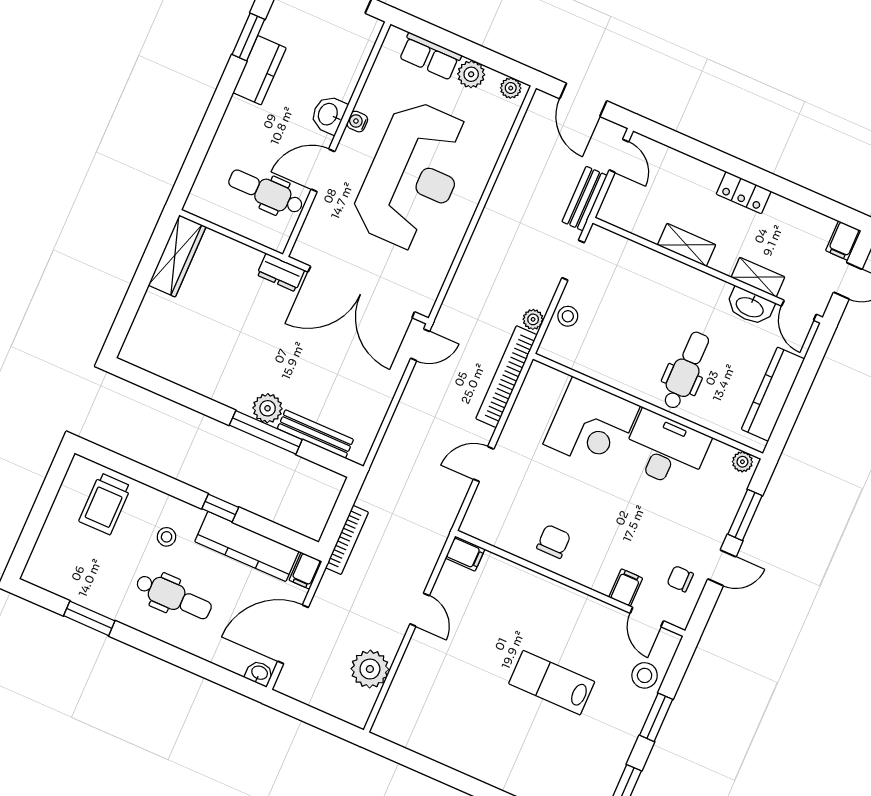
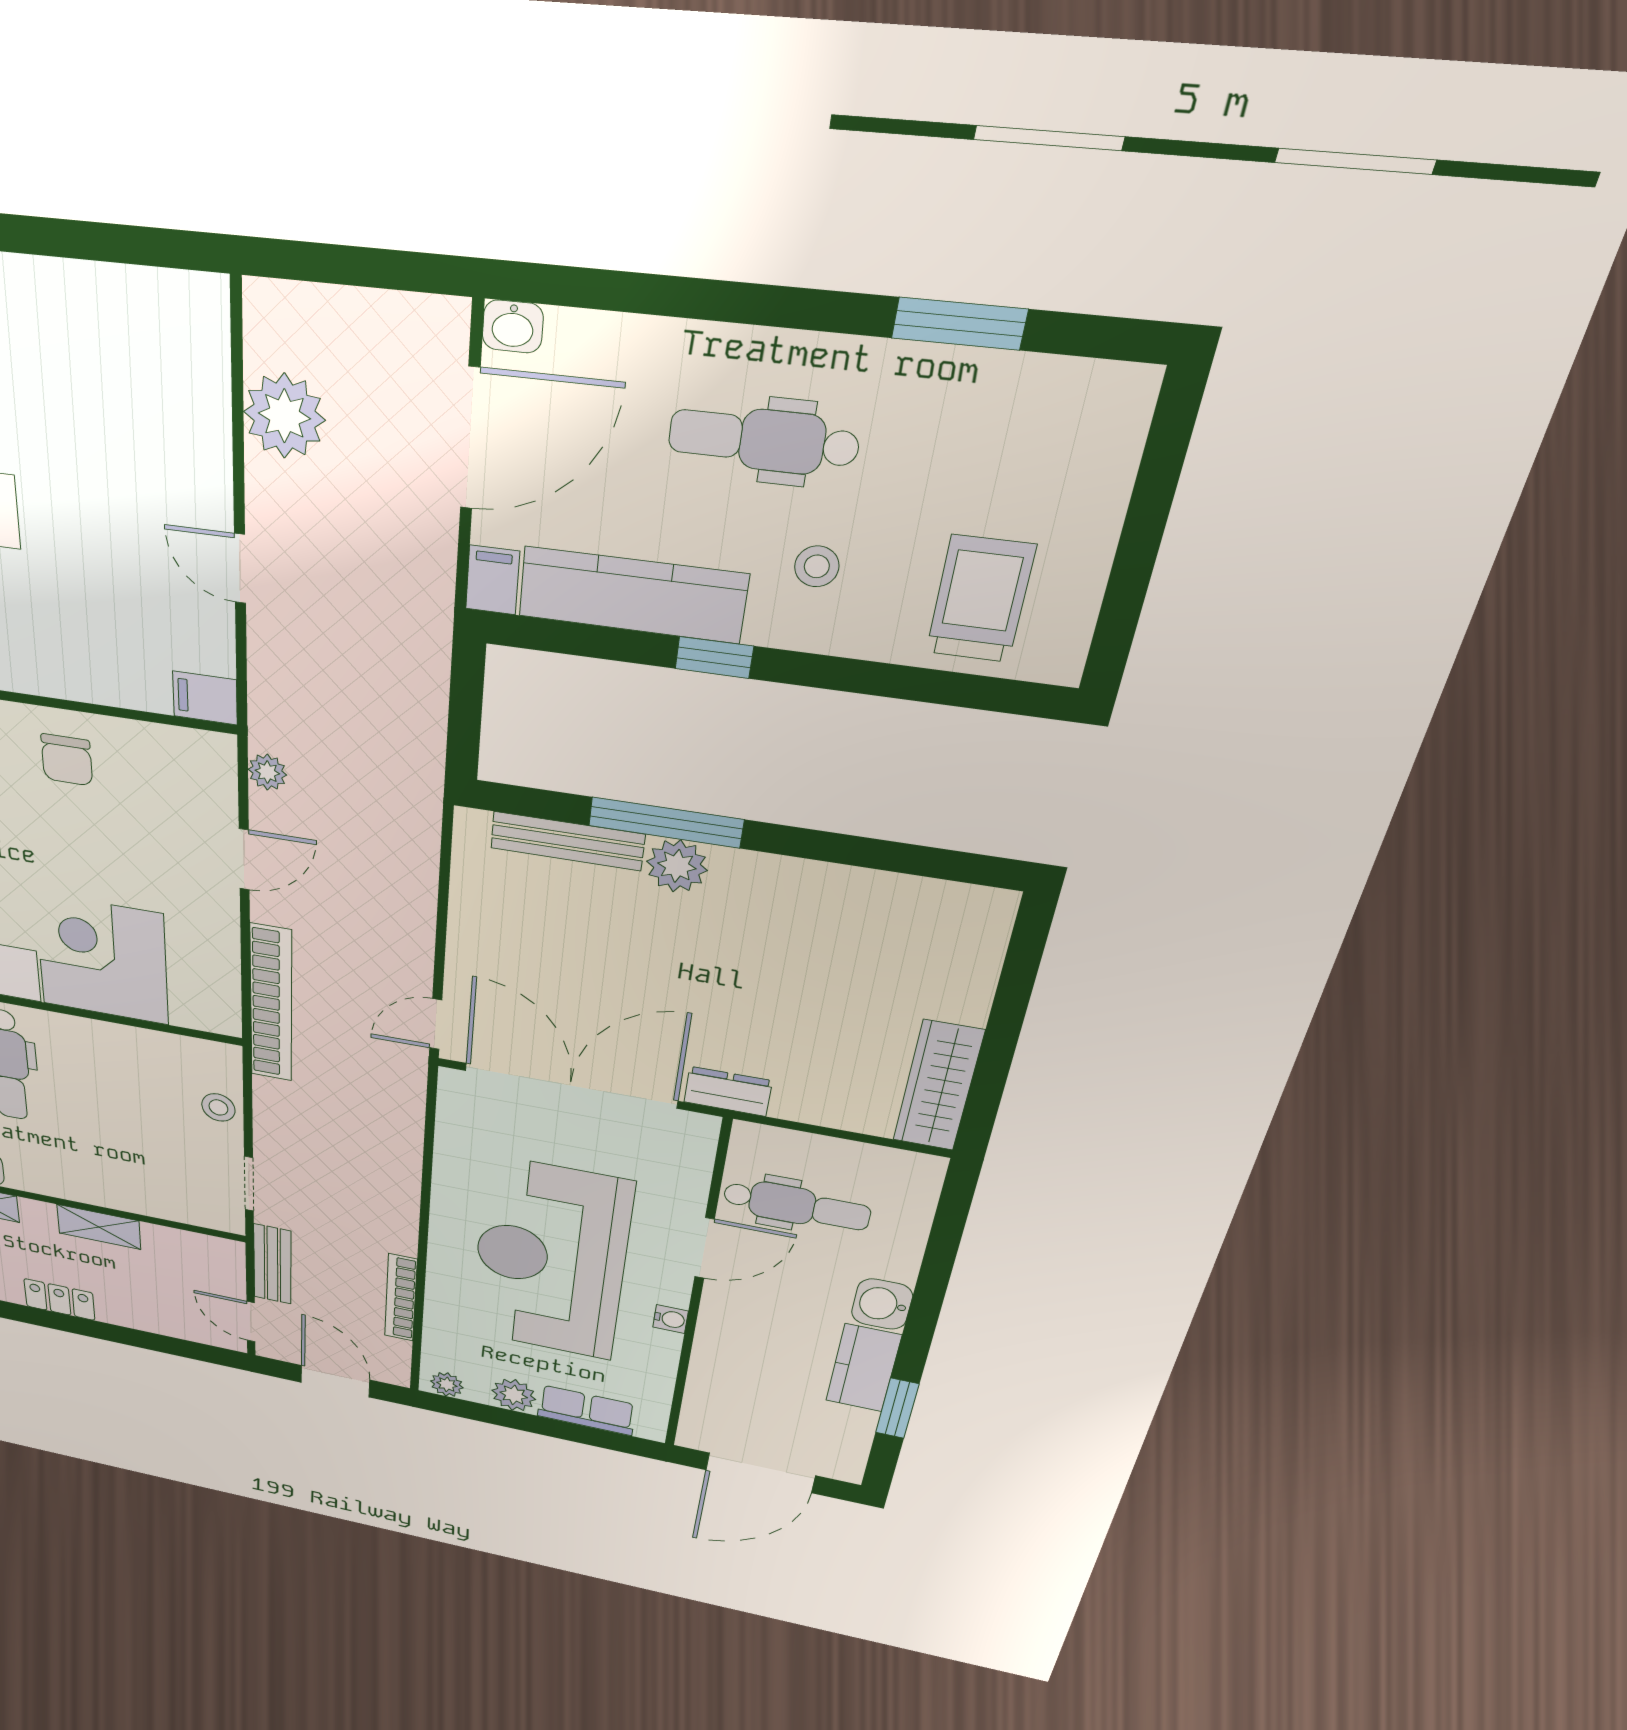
washbasin: (329, 114) -> (882, 1304), moved, turned 180
plant: (533, 319) -> (267, 772), moved
bookcase: (347, 540) -> (401, 1298), moved

